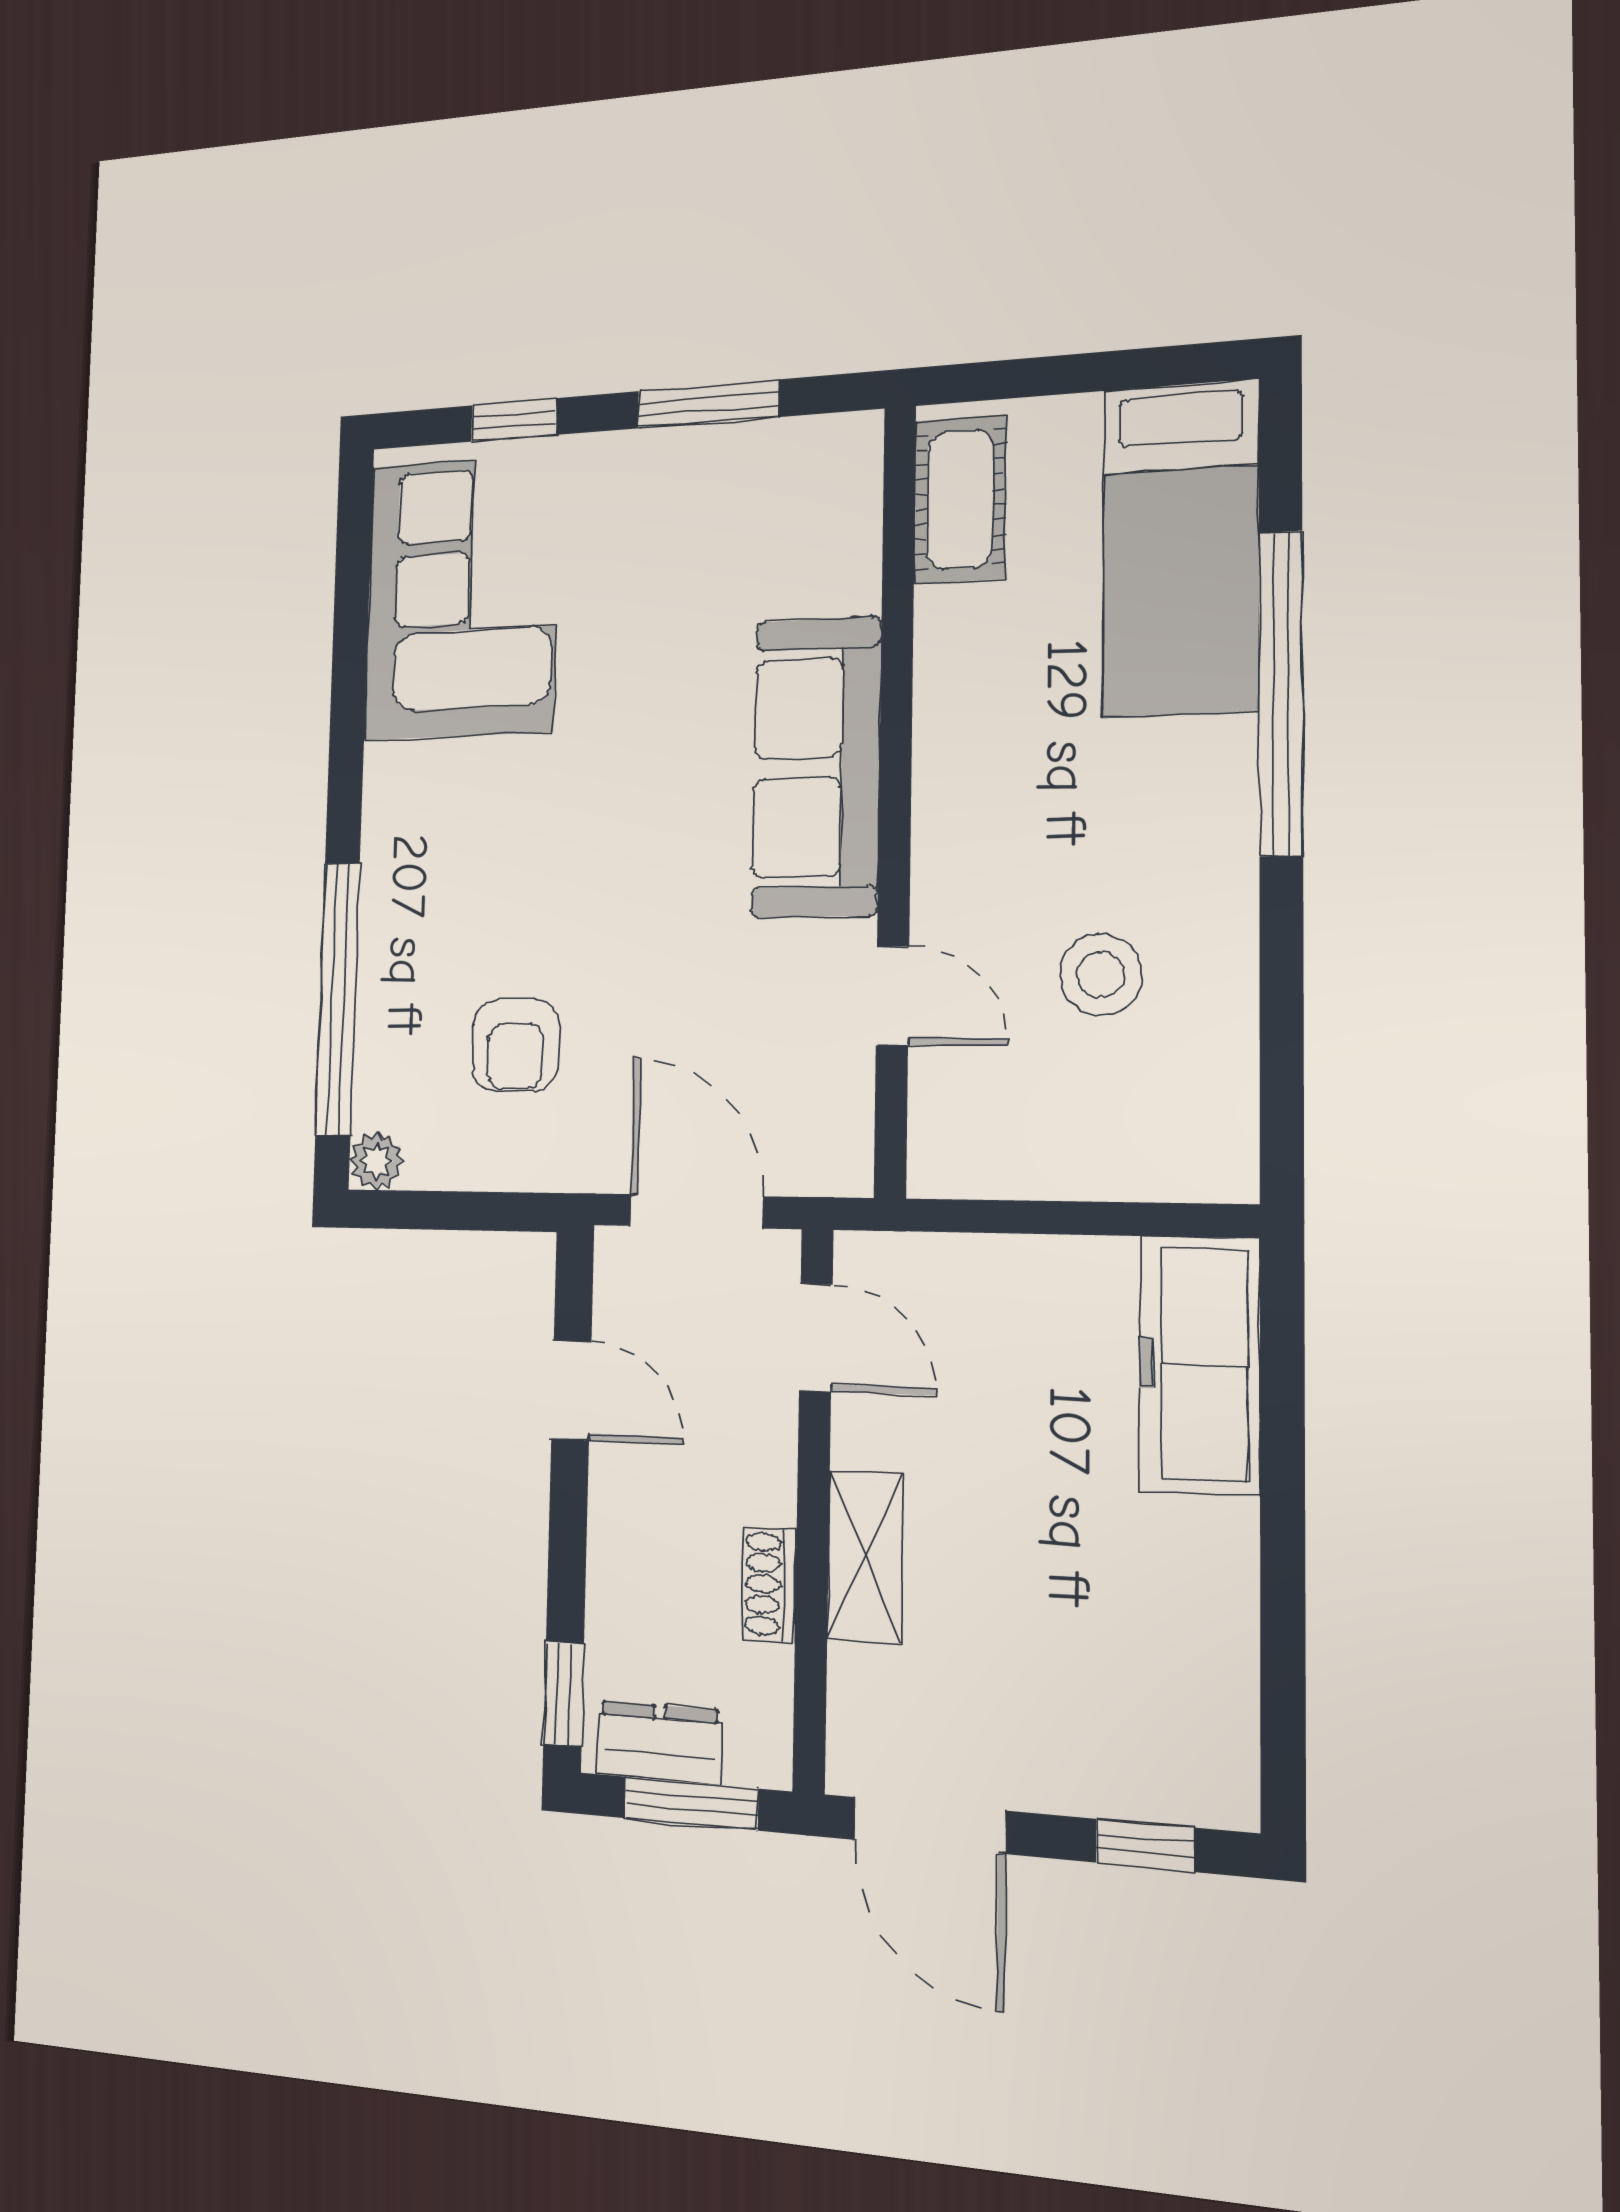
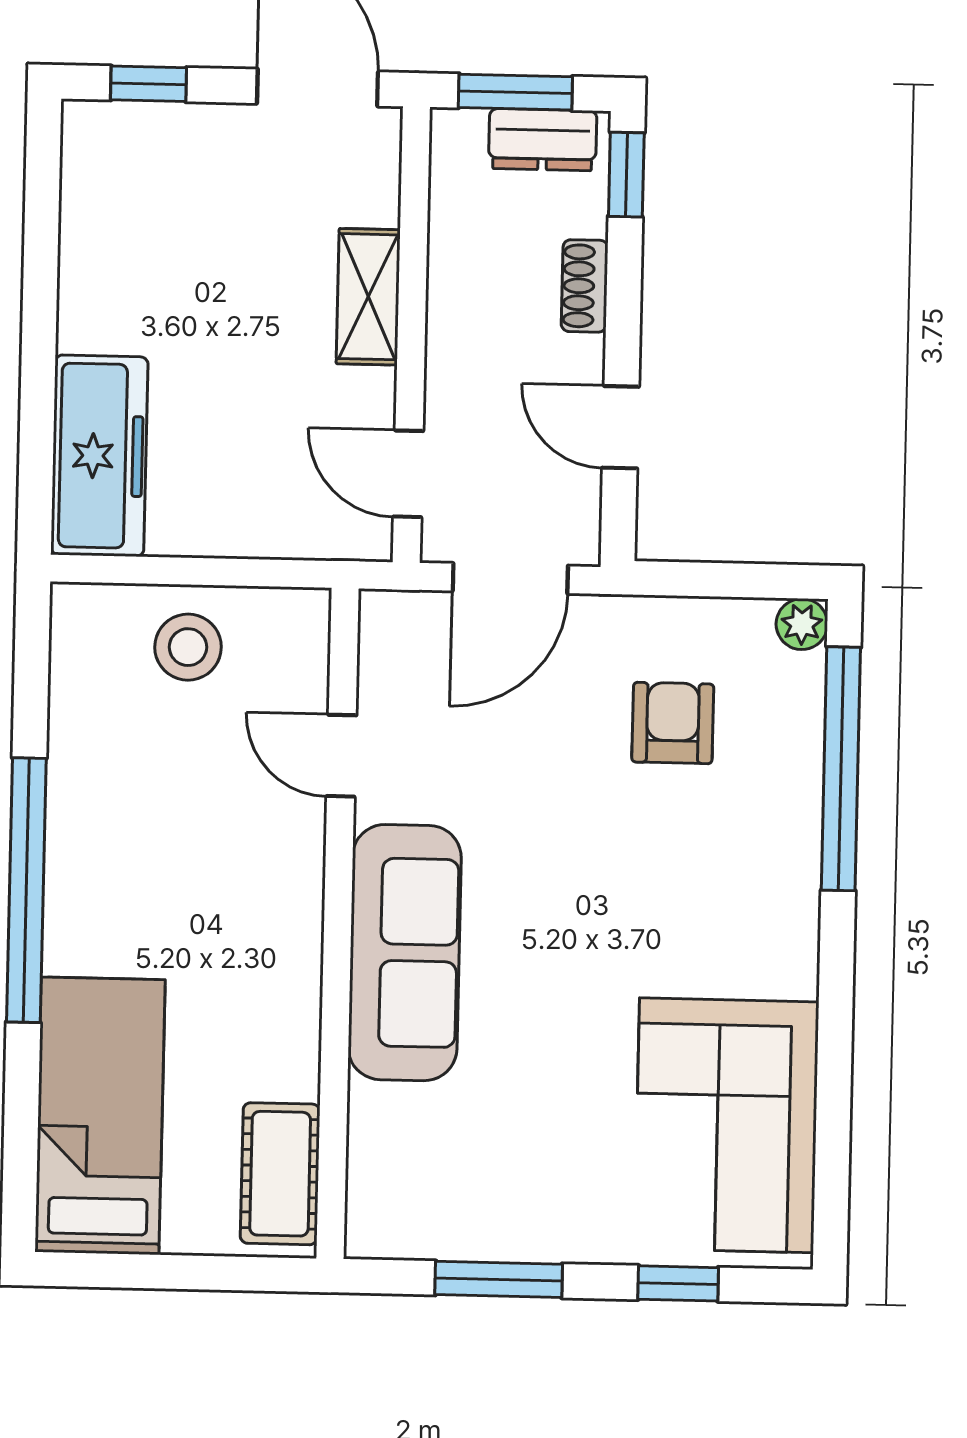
window: (1281, 693) -> (26, 890), moved
stool: (1101, 975) -> (188, 647), moved
door: (696, 1211) -> (510, 578), hinge flipped
shoe rack: (769, 1584) -> (585, 286), moved, turned 180

